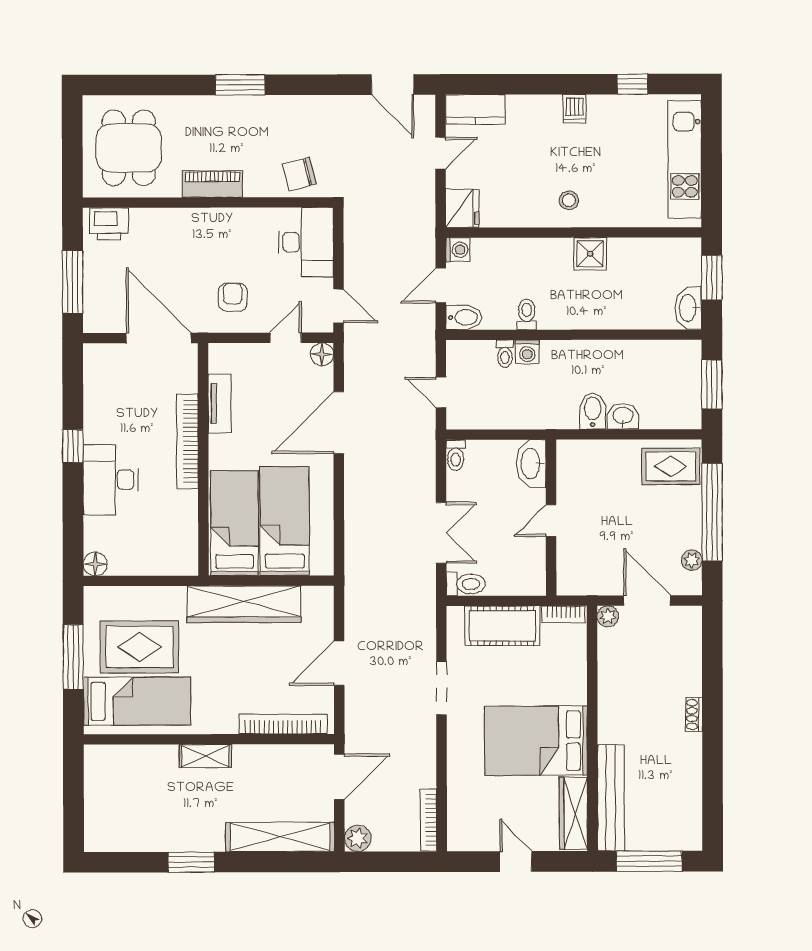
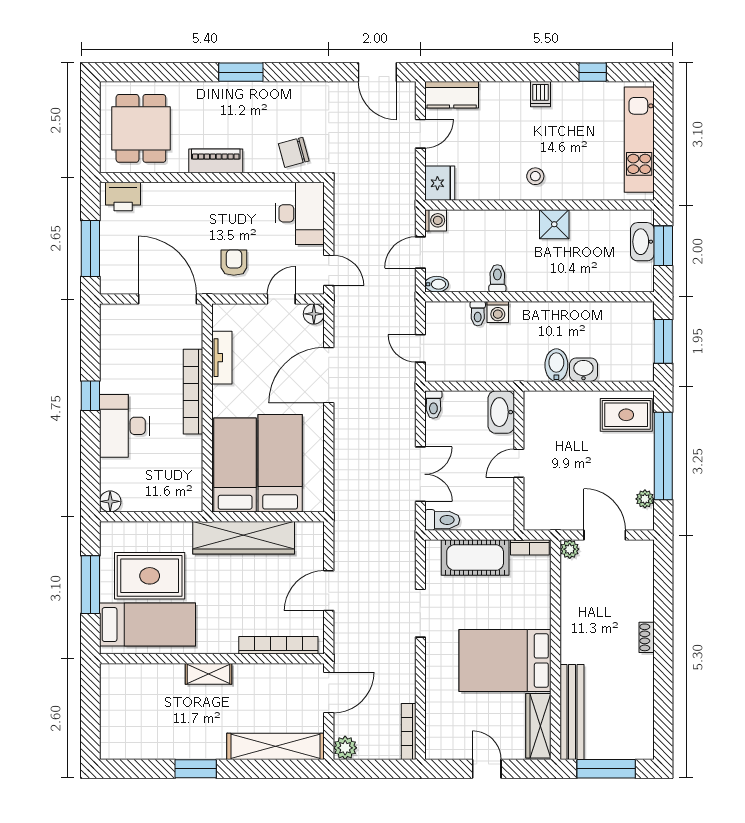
washbasin: (688, 308) -> (642, 242), moved
bidet: (464, 318) -> (437, 284), width x0.72, depth x0.74

